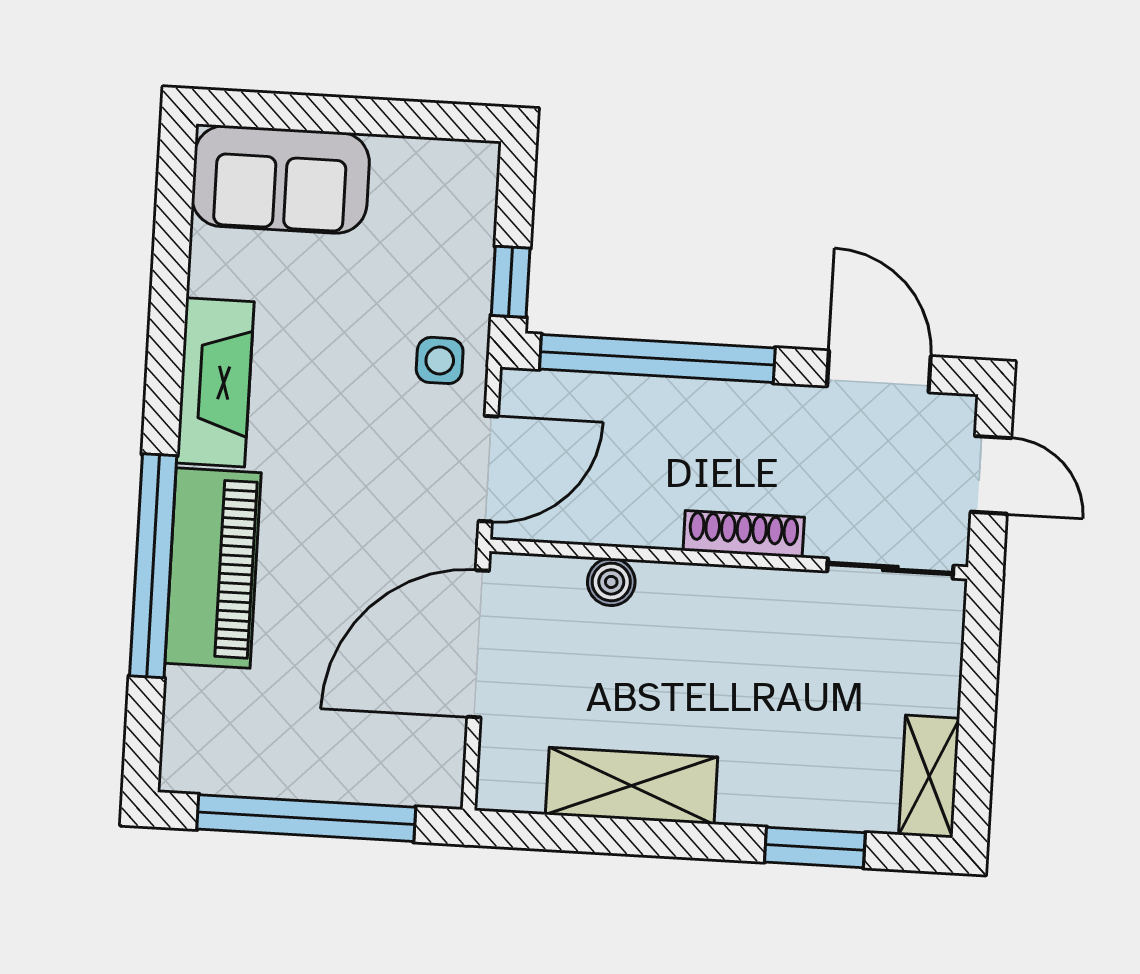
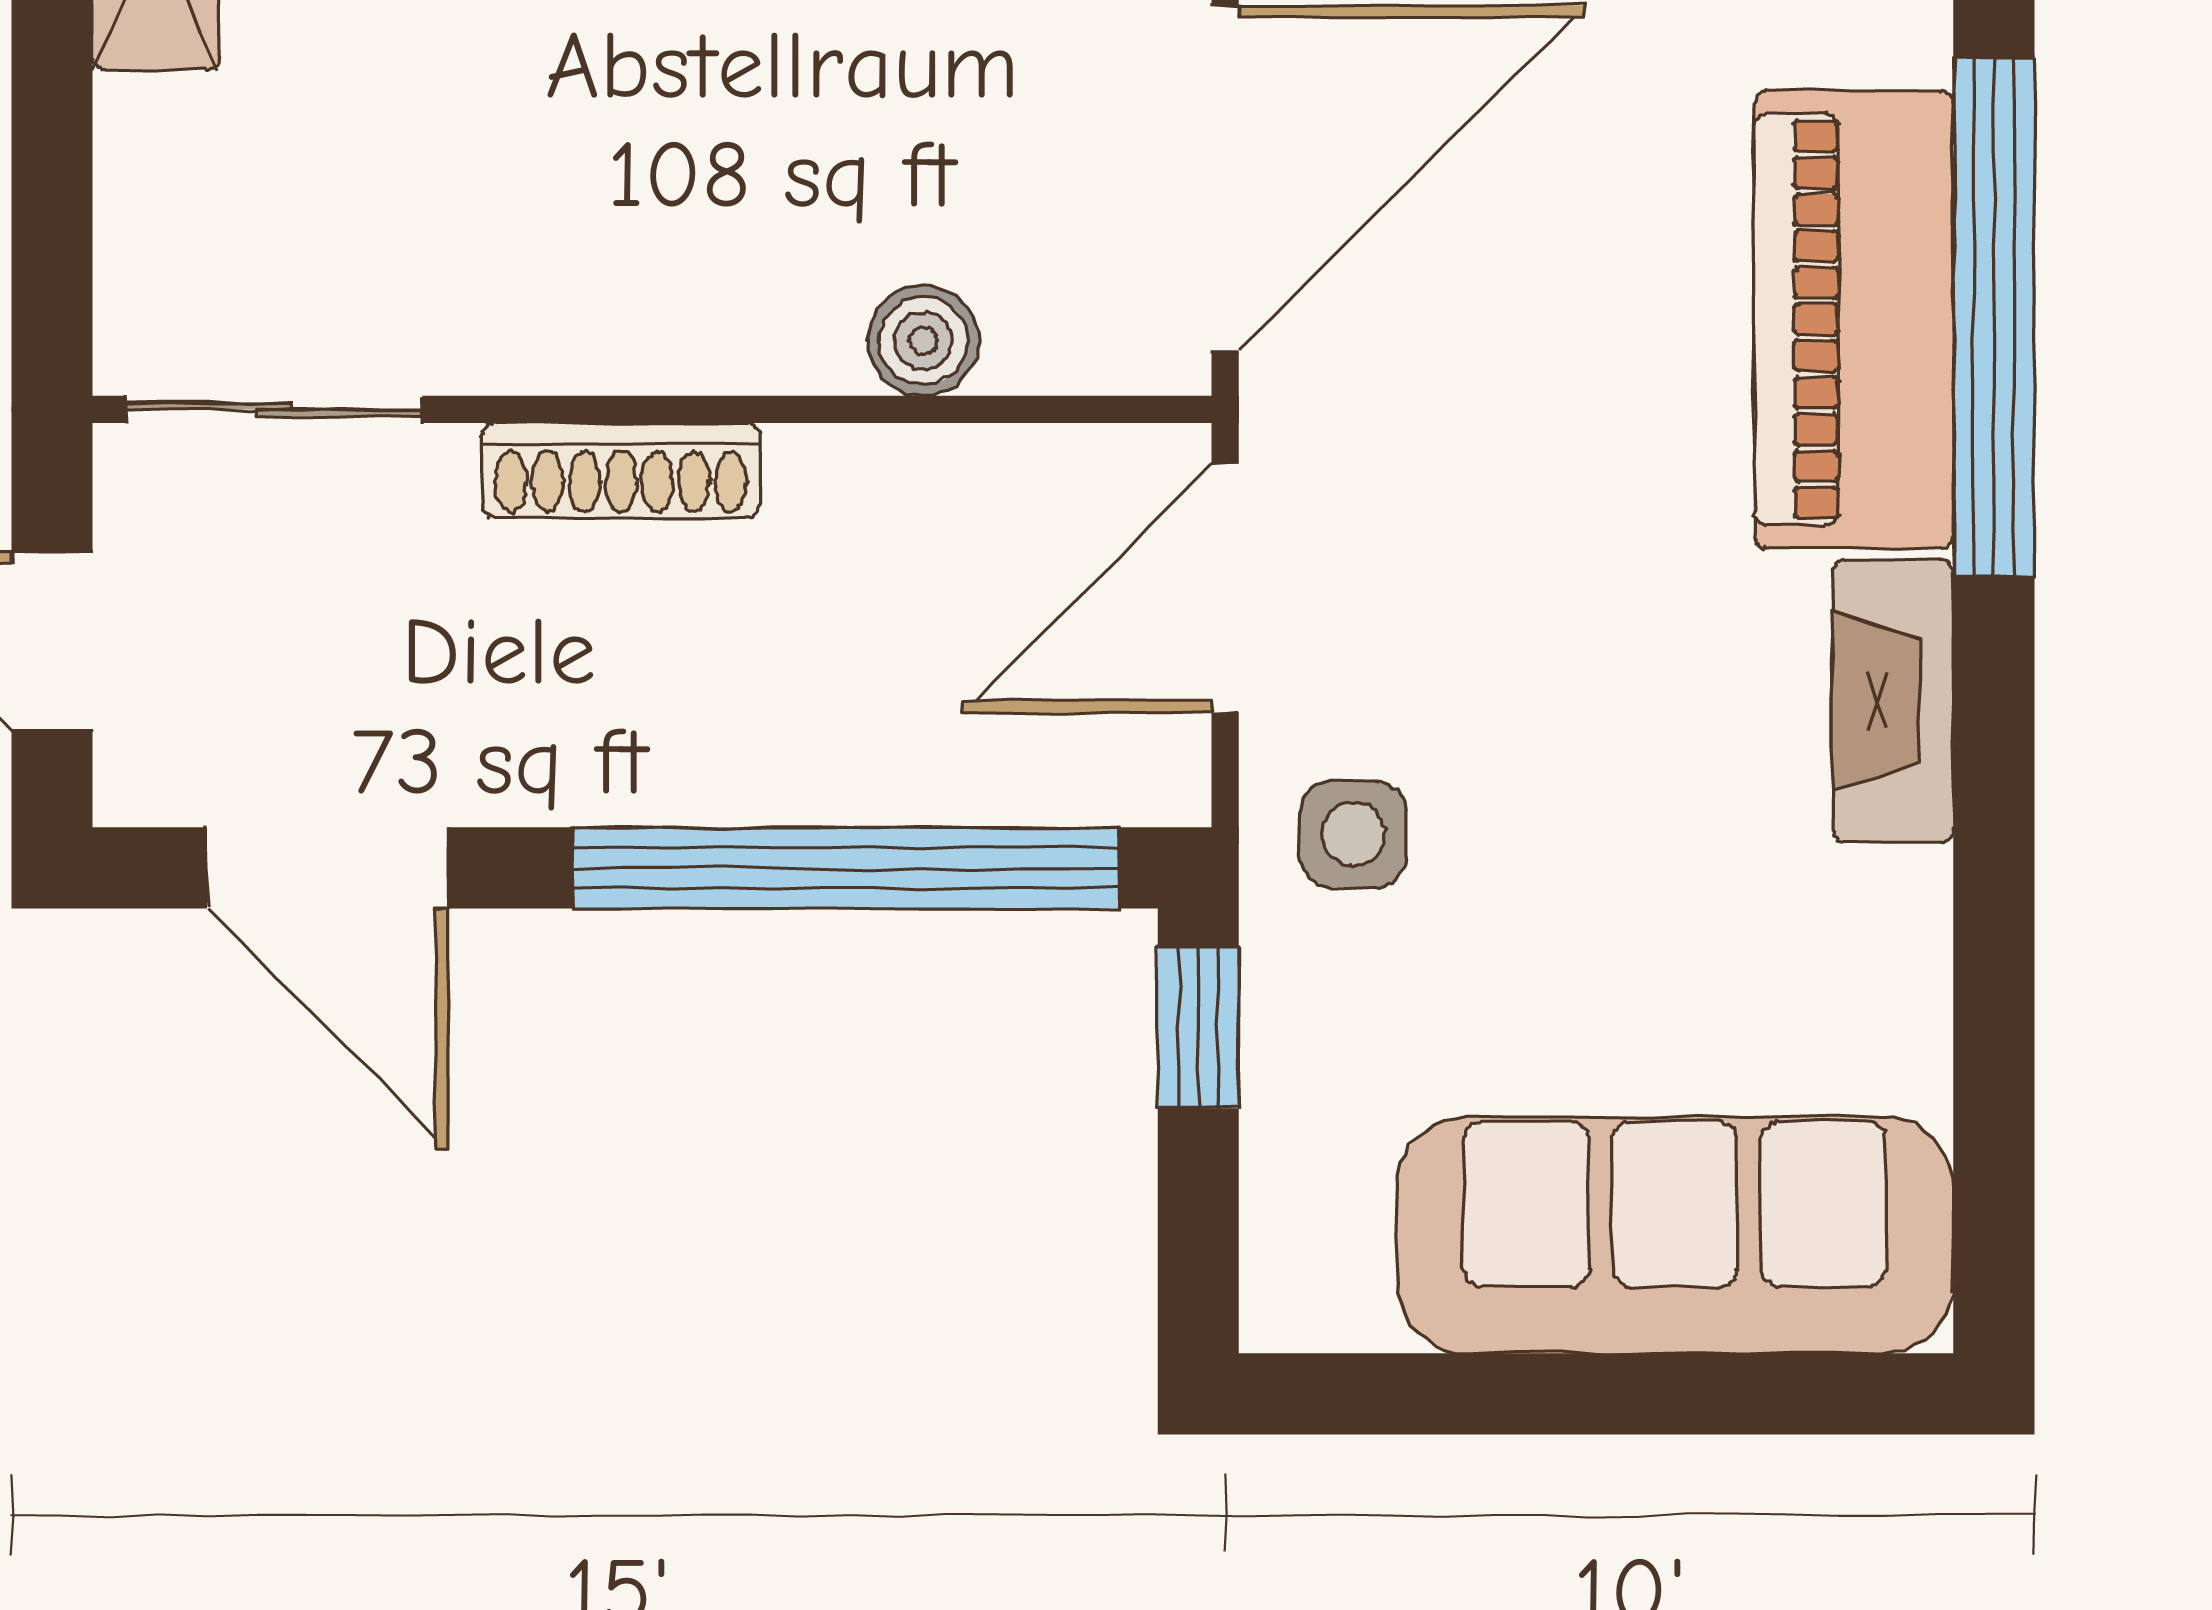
sofa: (281, 179) -> (1675, 1235), width x1.36
fireplace: (215, 382) -> (1893, 701), width x0.73, depth x0.76

